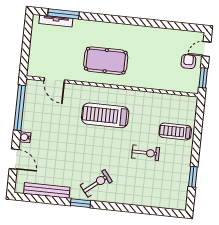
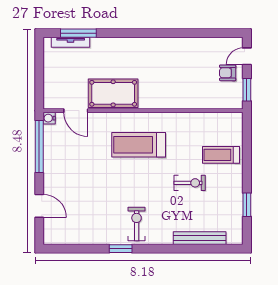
pool table: (106, 61) -> (113, 93), moved
armchair: (188, 61) -> (228, 73), turned -90
water cooler: (25, 137) -> (49, 118), moved
exercise bike: (96, 183) -> (137, 224), turned -51
bench: (47, 190) -> (200, 238), moved

